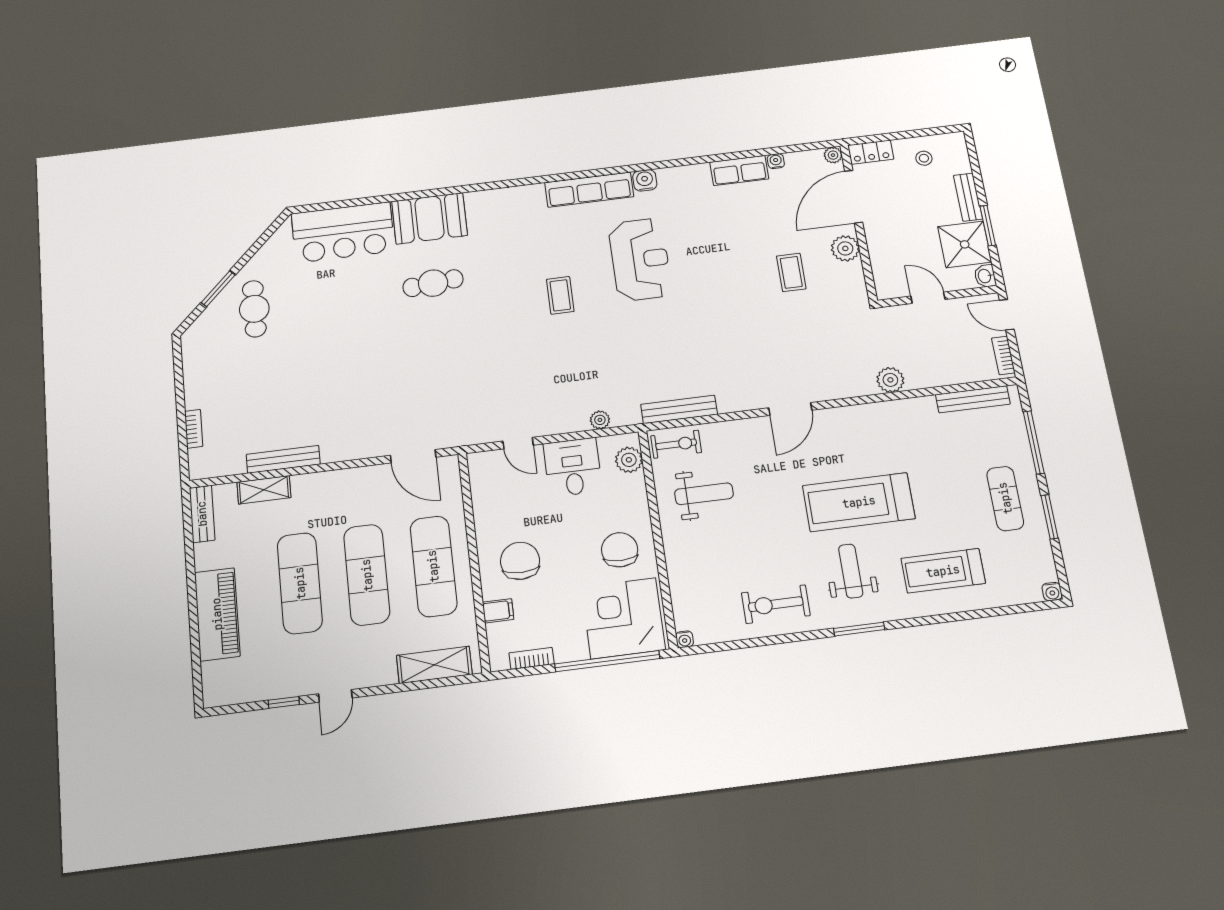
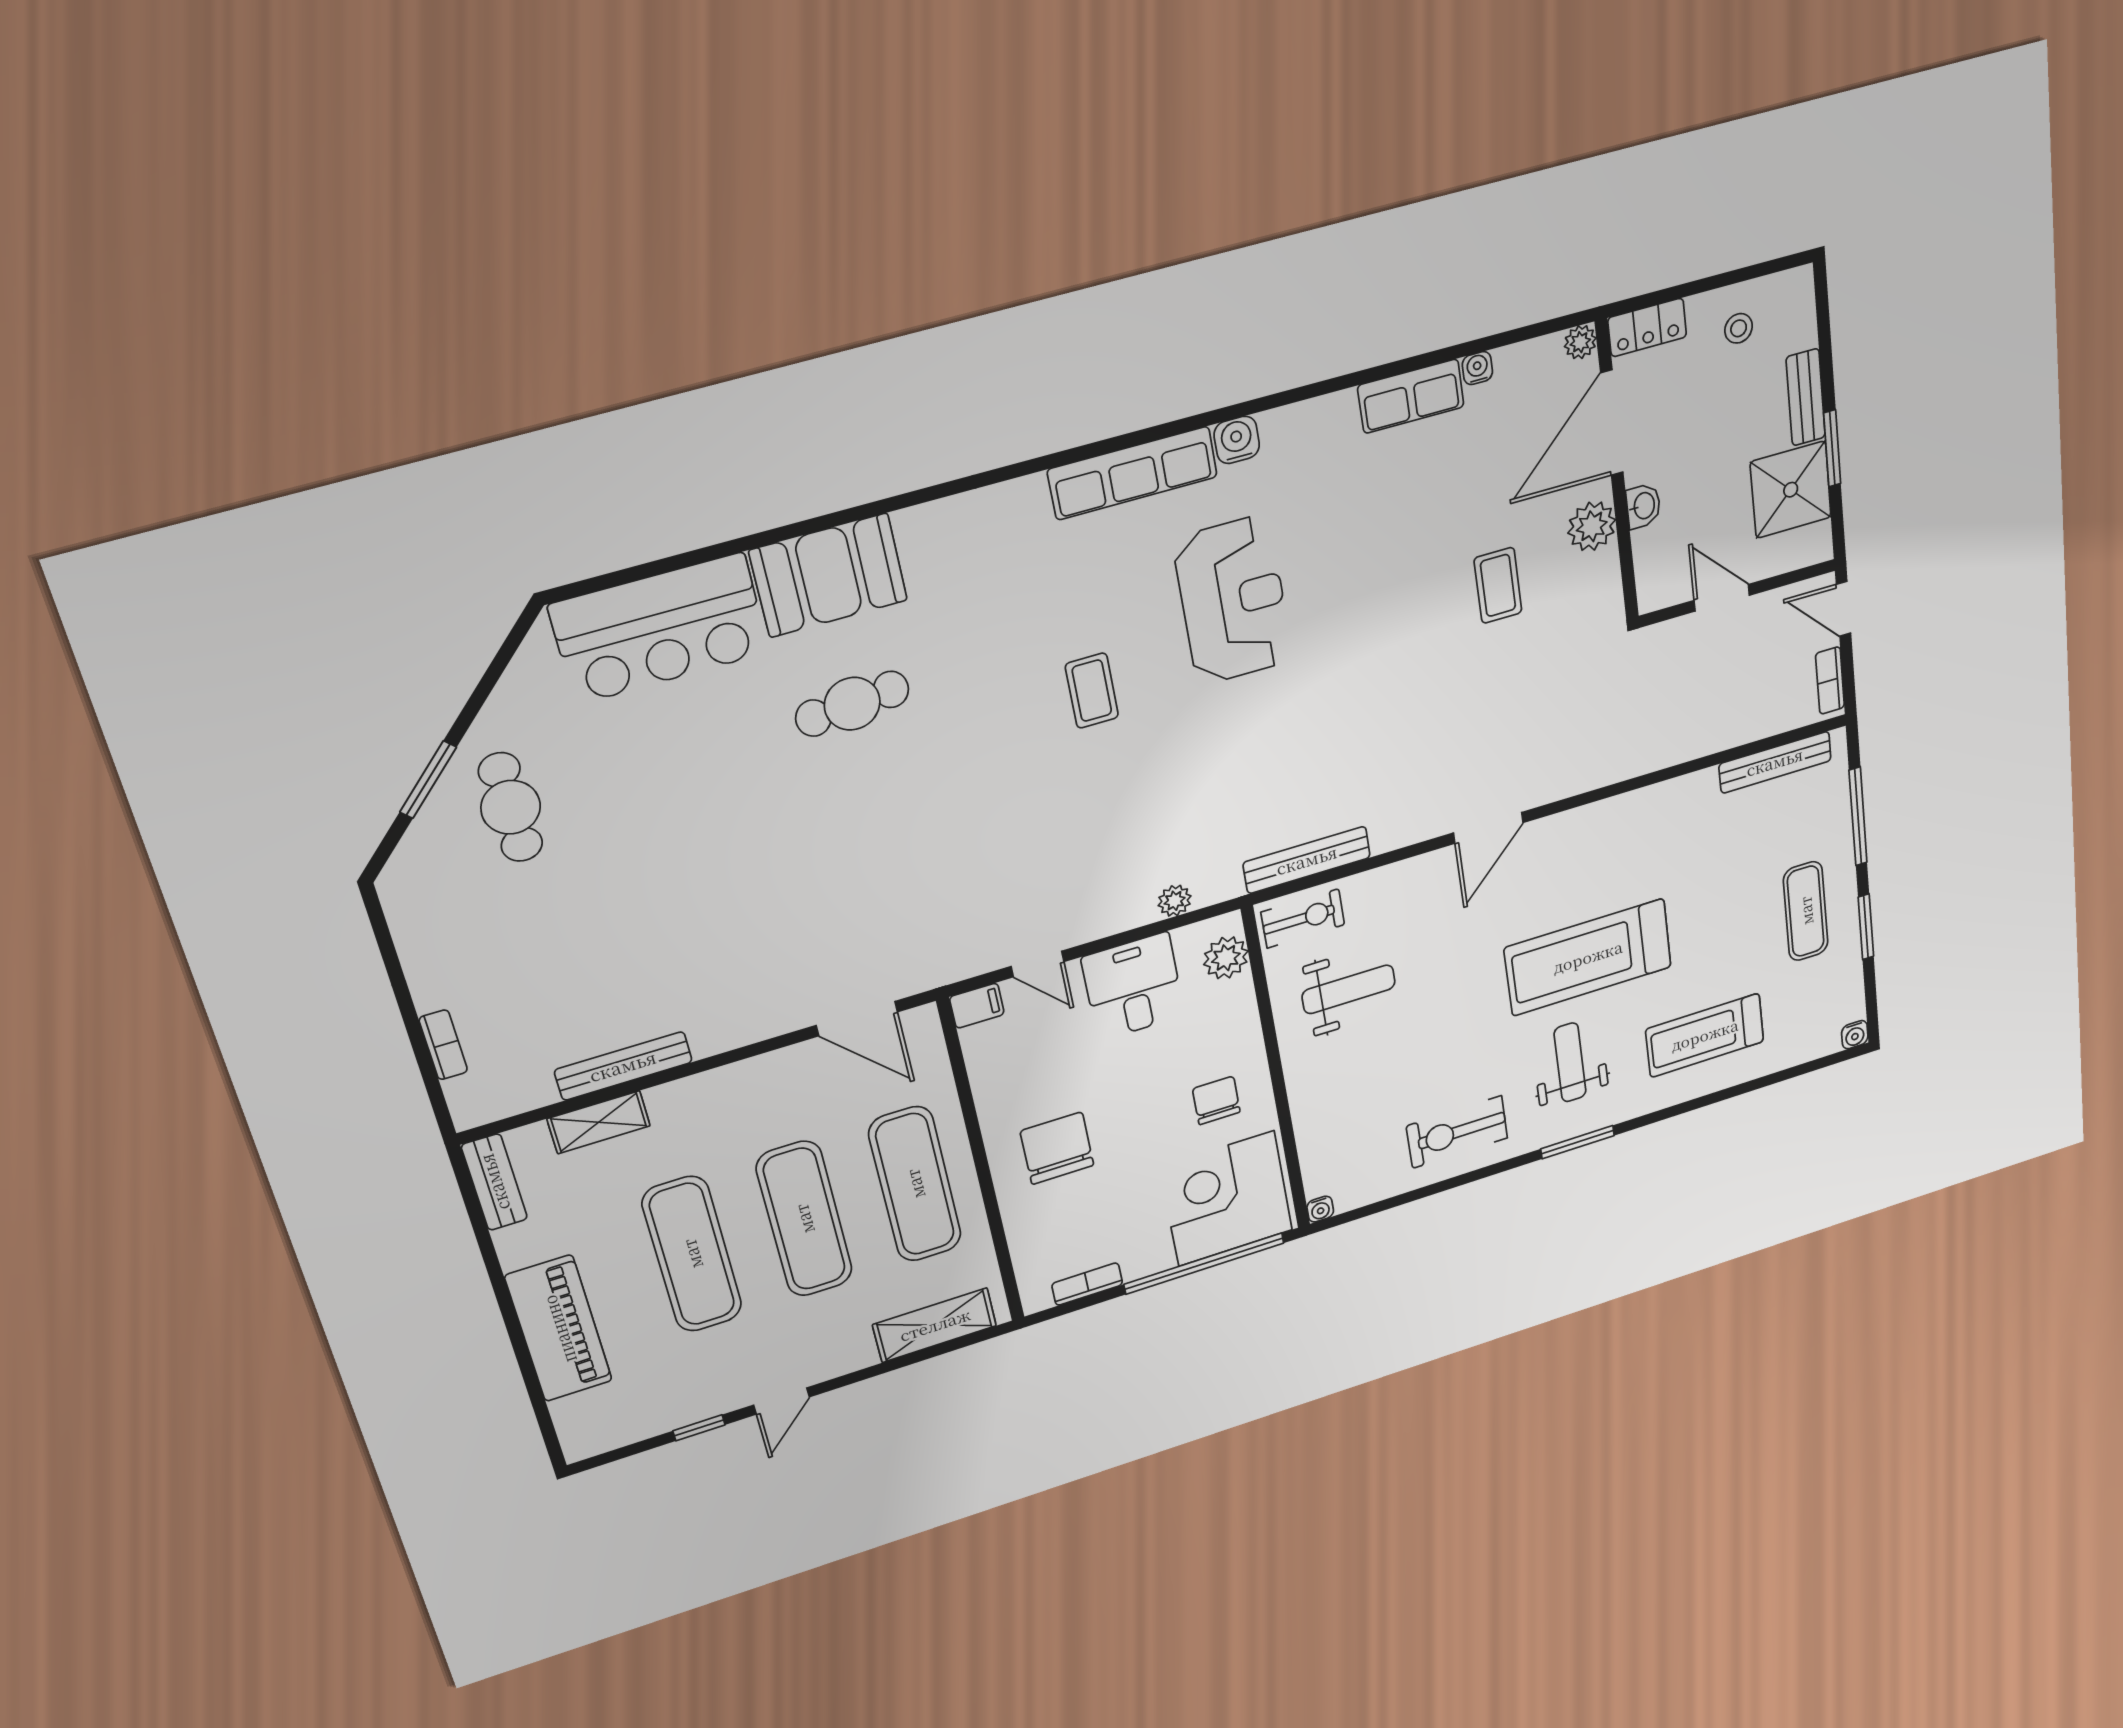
washbasin: (985, 276) -> (1643, 506), moved, turned 180
plant: (890, 380) -> (1650, 752), removed
chair: (620, 550) -> (1216, 1100), width x0.73, depth x0.73
filing cabinet: (498, 611) -> (977, 1006), moved

